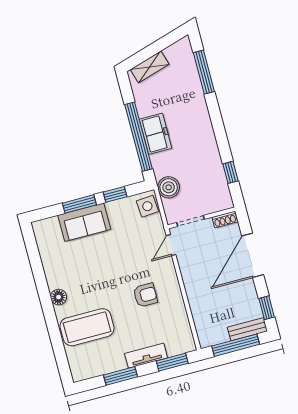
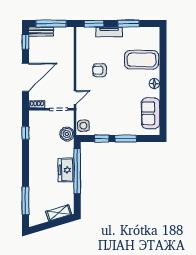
sofa: (84, 222) -> (151, 113), moved, turned -90

